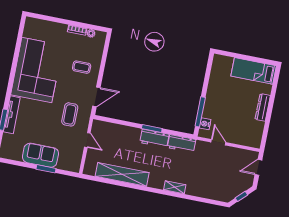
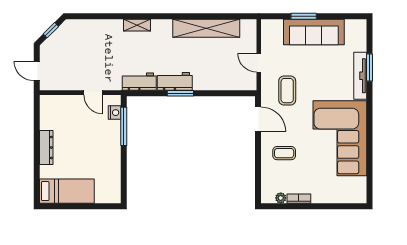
door: (96, 97) -> (258, 119), swing flipped
sofa: (40, 155) -> (314, 32), width x1.36
door: (258, 167) -> (37, 71), swing flipped

